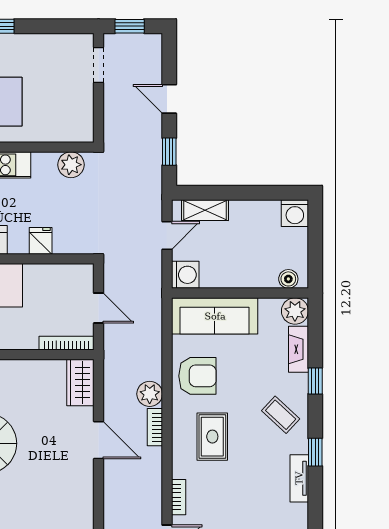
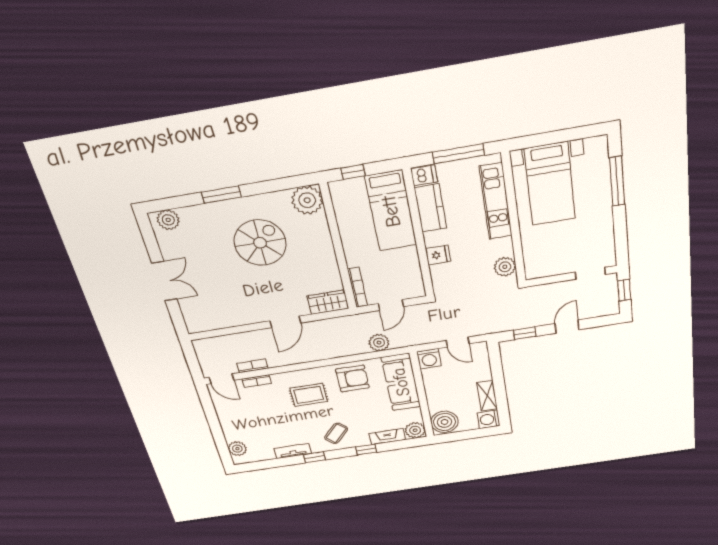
shelving: (205, 210) -> (487, 396), moved
boiler: (288, 279) -> (444, 422), width x1.86, depth x1.86
armchair: (197, 376) -> (352, 379), turned -90
plant: (150, 394) -> (379, 343), moved
bookcase: (155, 427) -> (252, 366), moved

